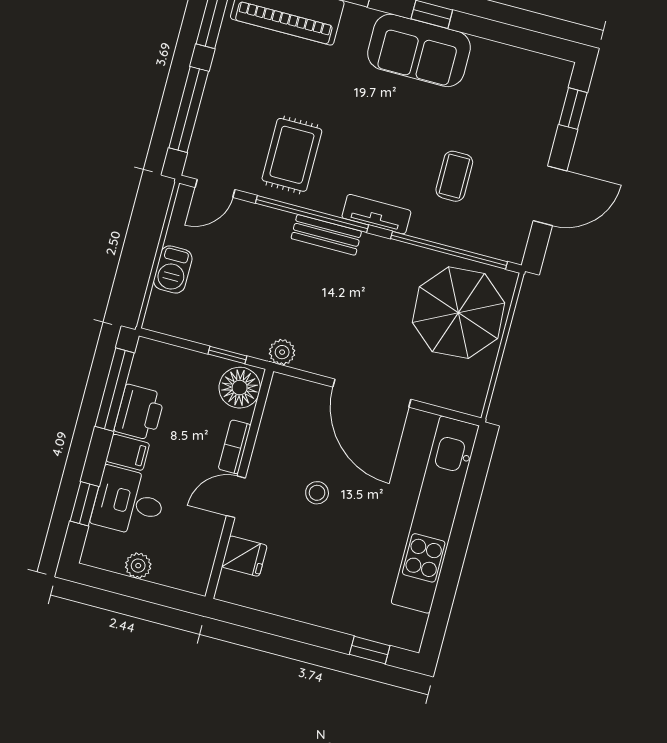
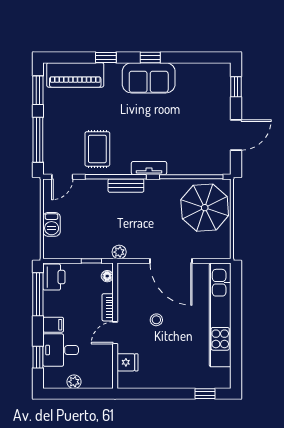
coffee table: (454, 176) -> (184, 138), removed
floor lamp: (240, 388) -> (107, 276), width x0.53, depth x0.53
printer: (140, 412) -> (54, 277), moved

